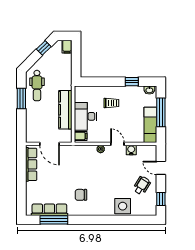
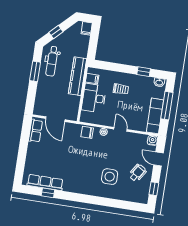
window: (44, 48) -> (56, 32), moved
kitchen counter: (65, 110) -> (78, 76), moved
filing cabinet: (81, 136) -> (92, 79), moved
water cooler: (131, 150) -> (152, 140), moved
row of seats: (31, 164) -> (35, 131), width x0.68
chair: (81, 195) -> (87, 132), moved
side table: (123, 206) -> (110, 177), moved
window: (54, 220) -> (48, 193), width x0.46

